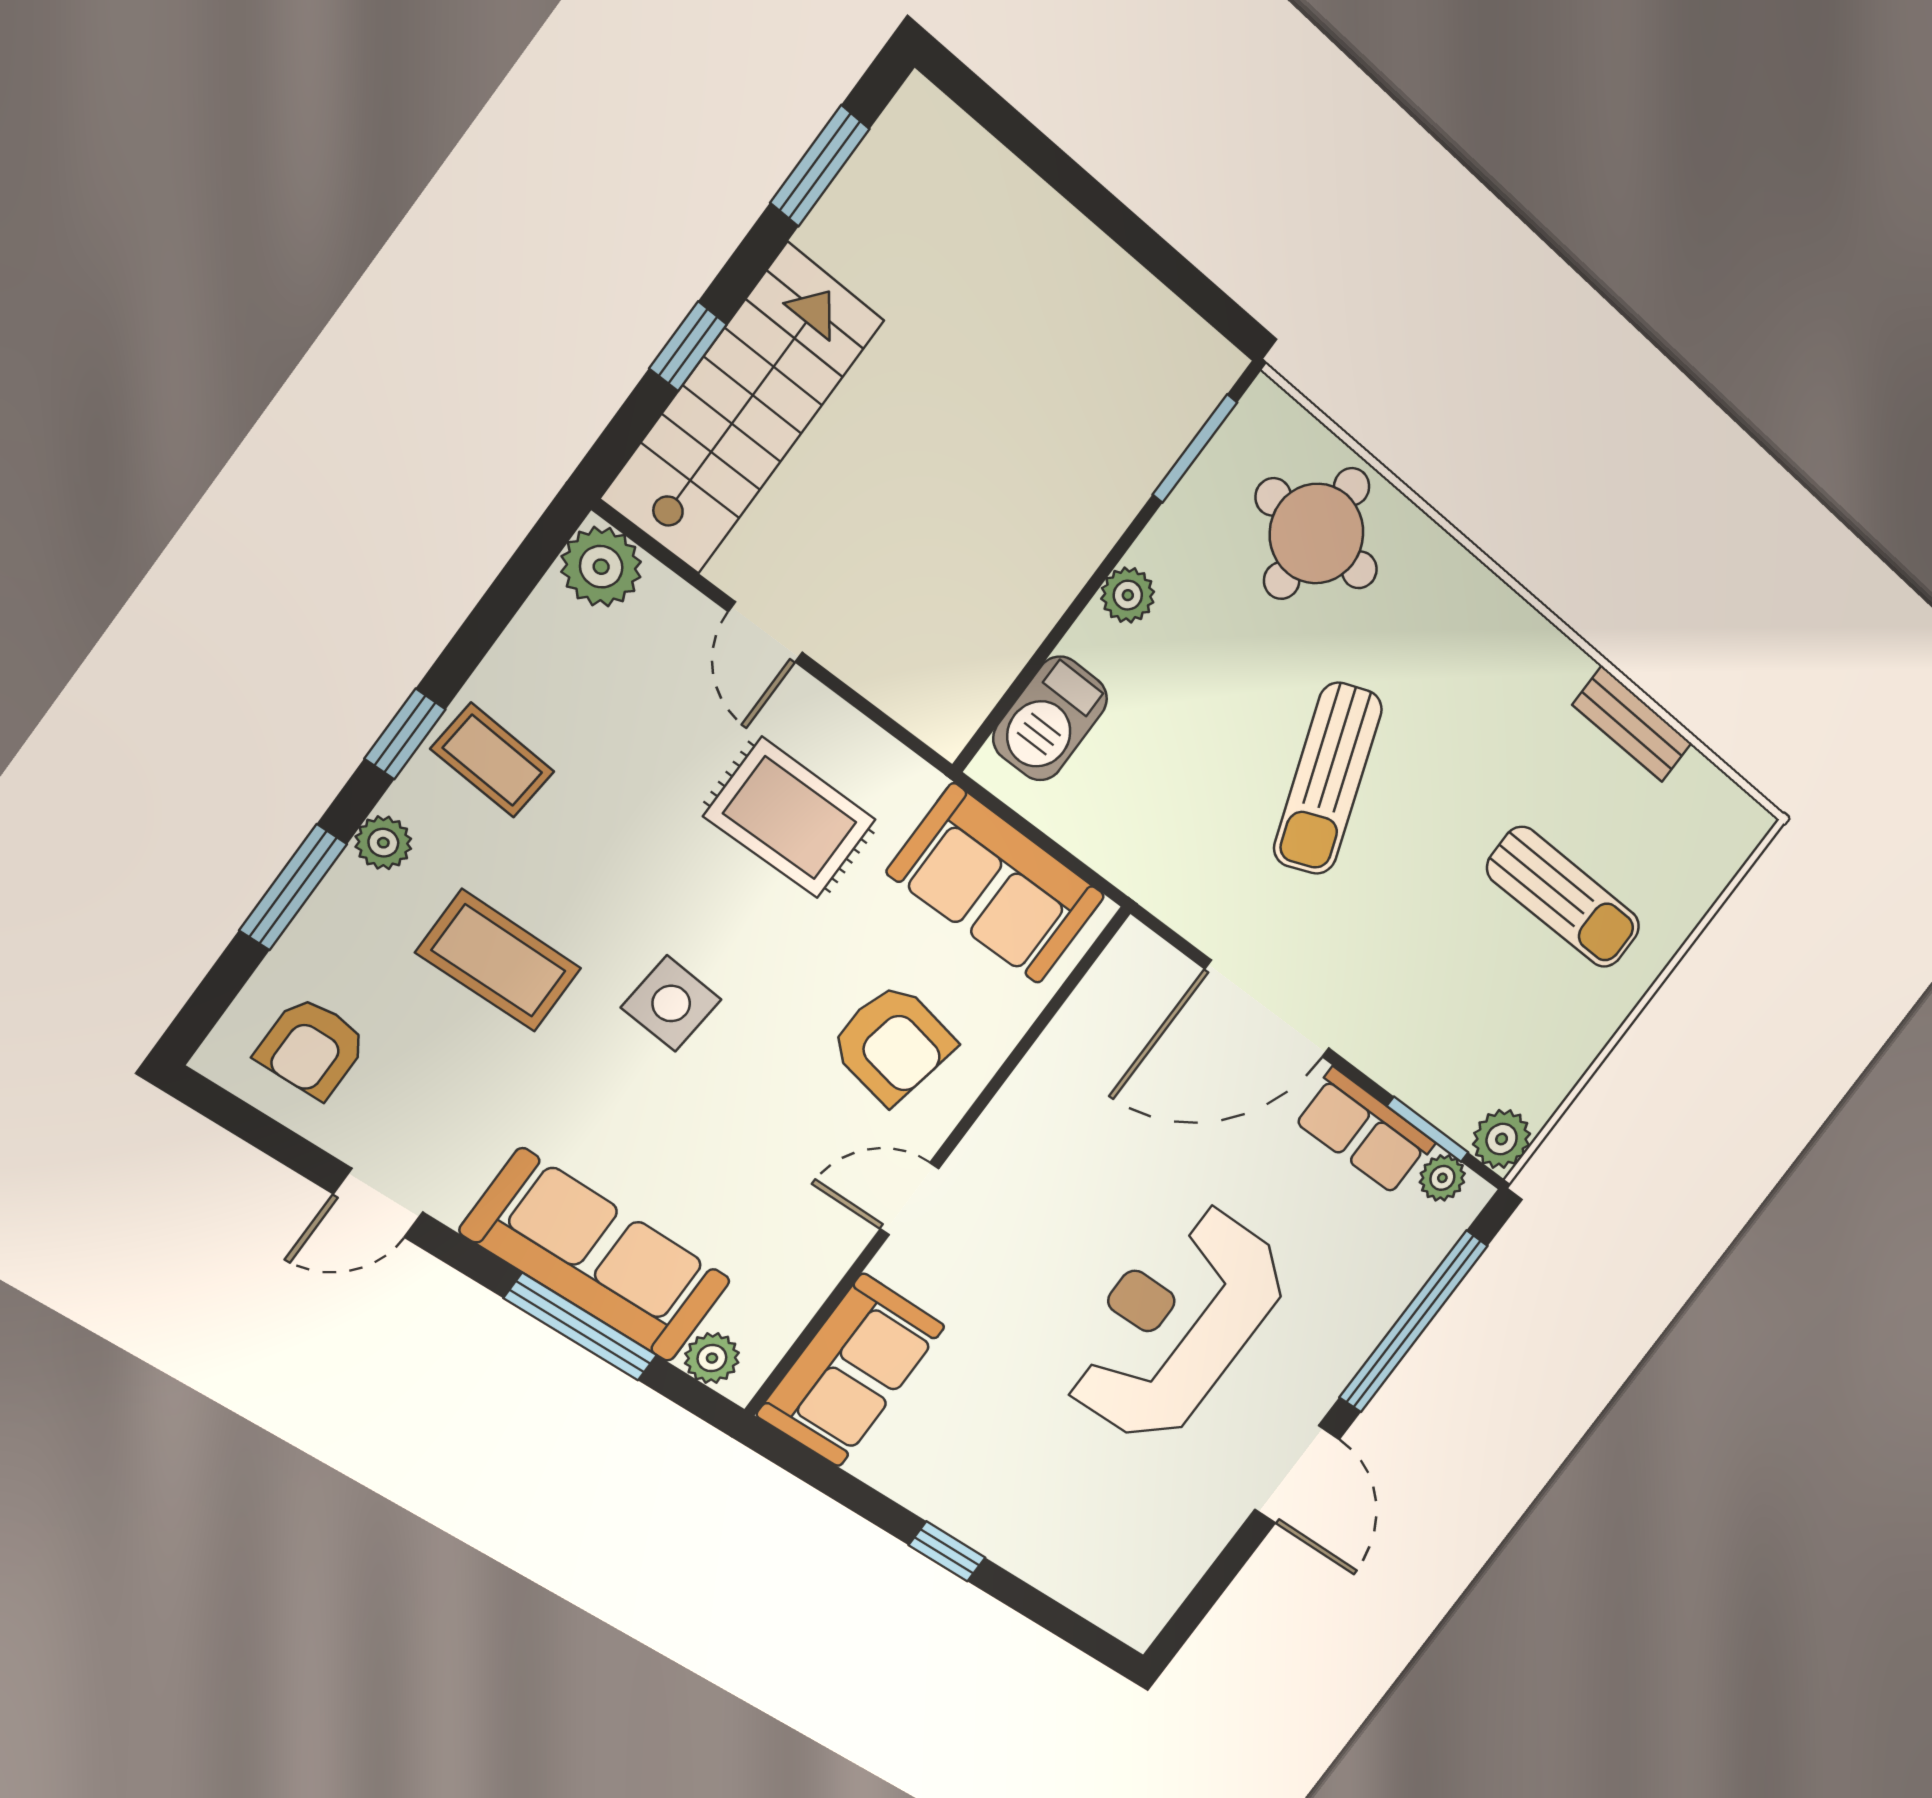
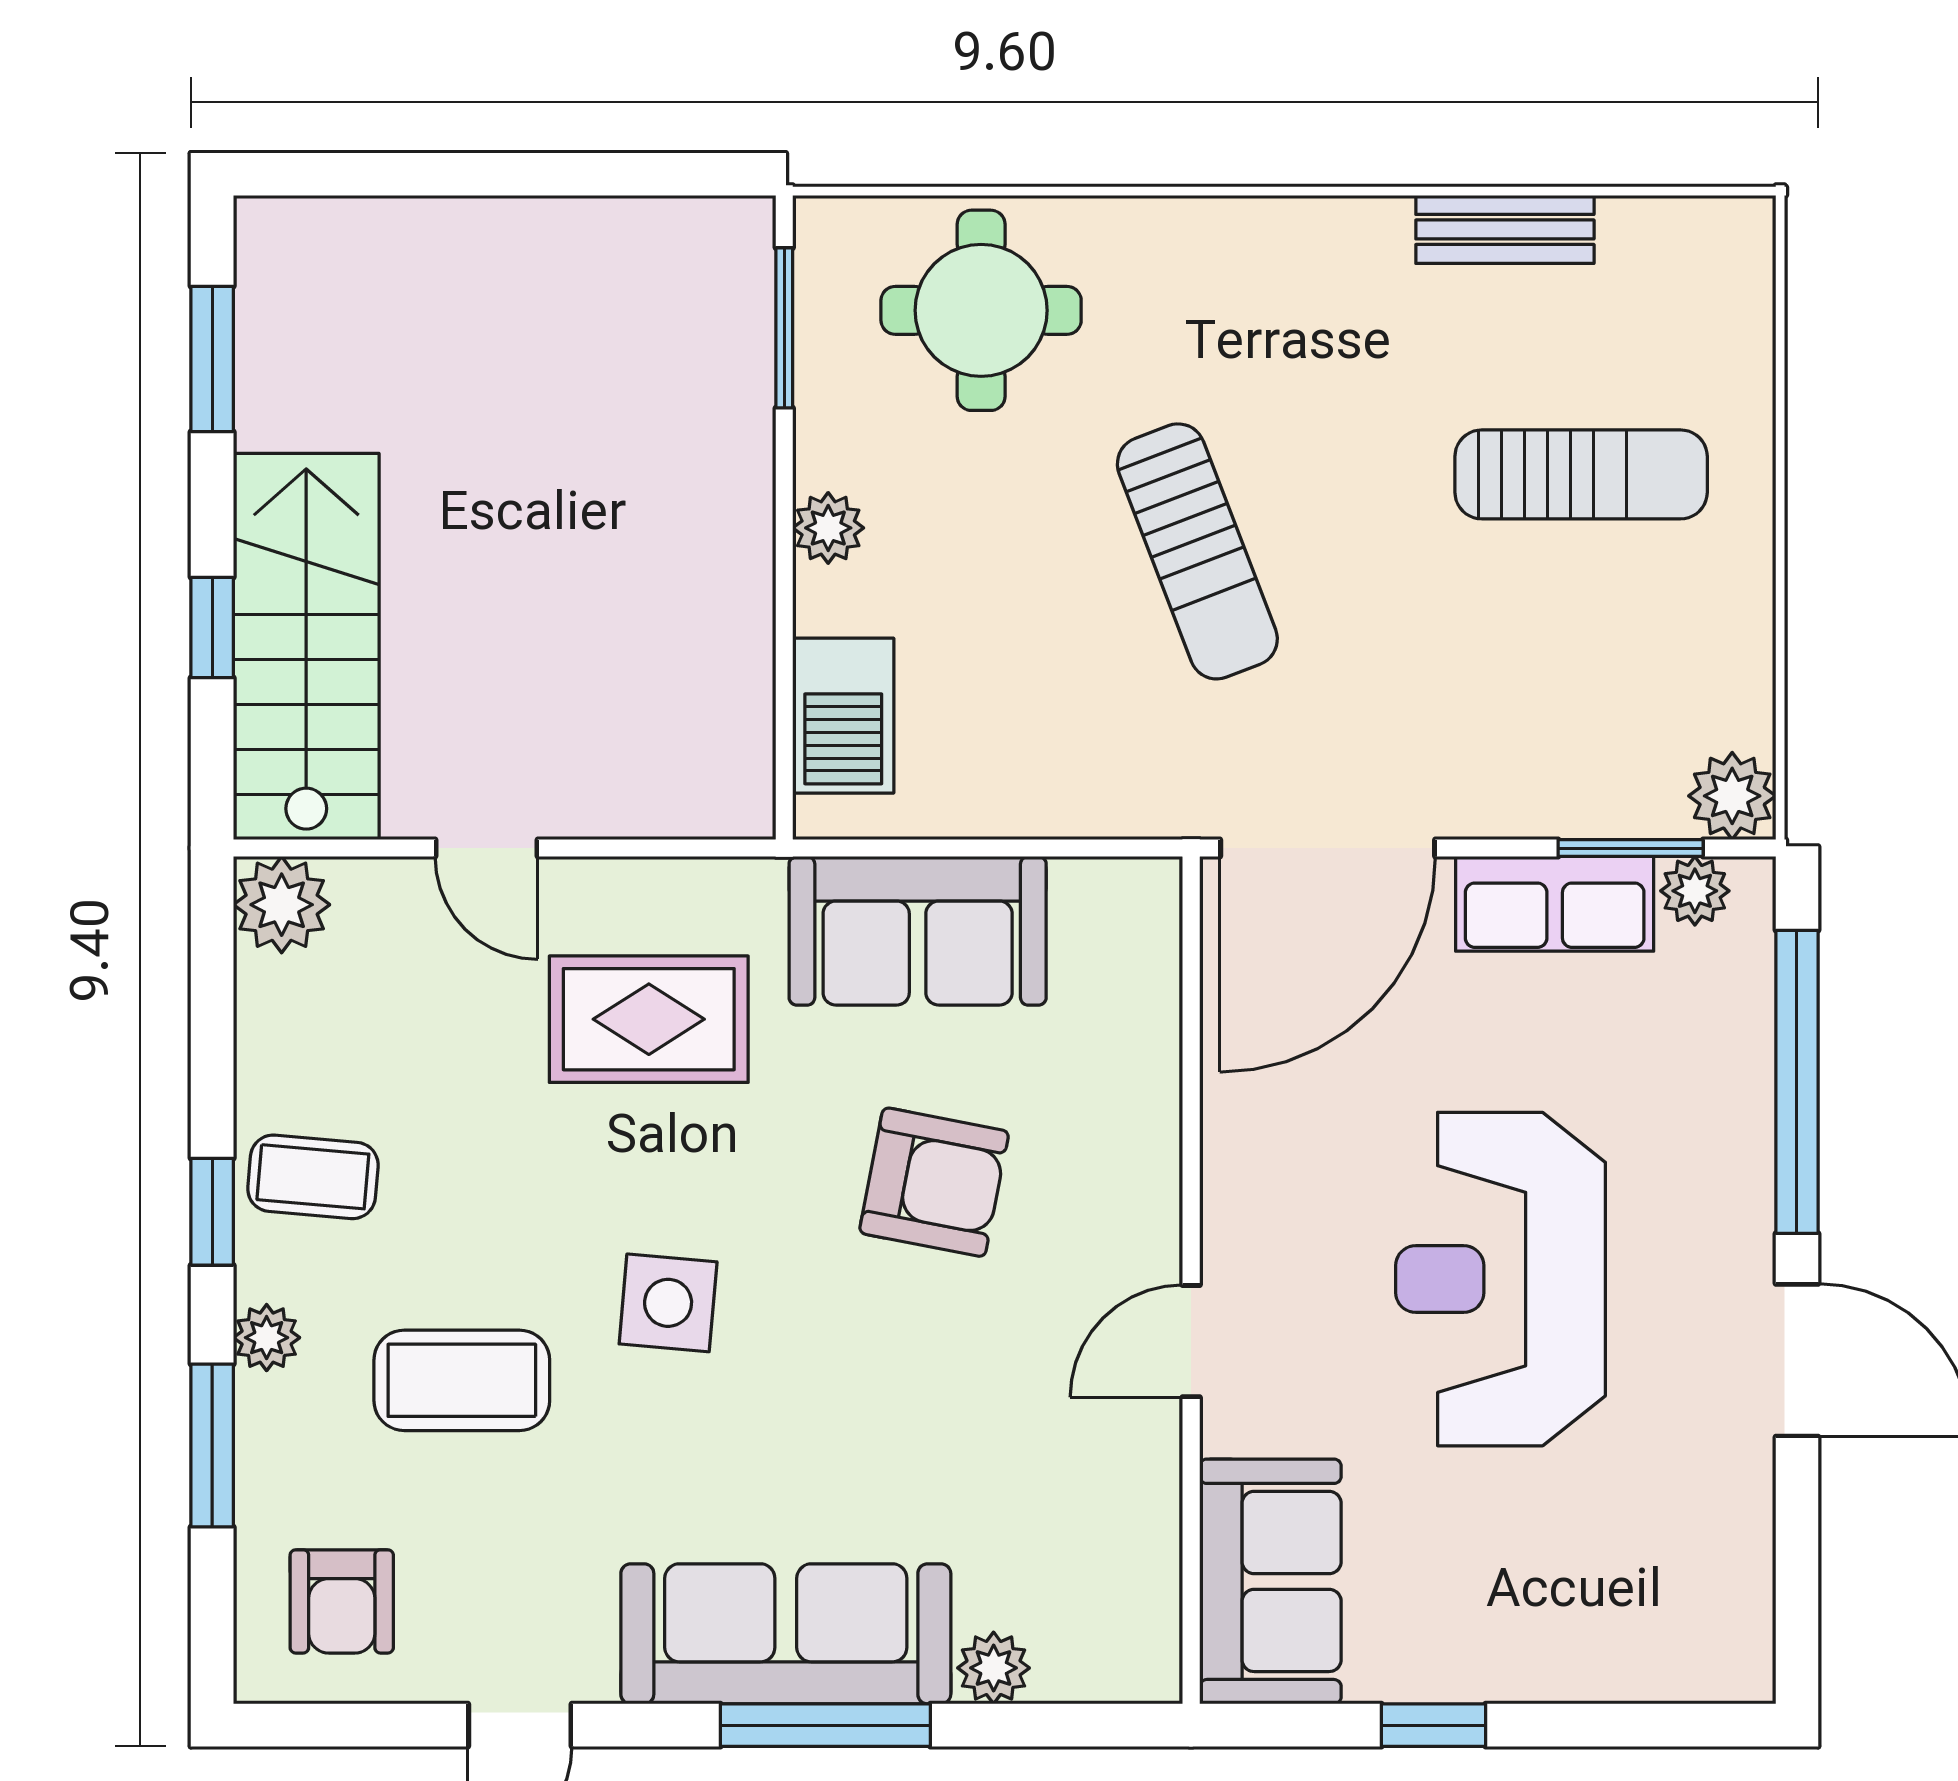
wall: (936, 1163) -> (1191, 1280), moved
door: (909, 1199) -> (1191, 1341), moved
sofa: (851, 1370) -> (1270, 1581), moved

